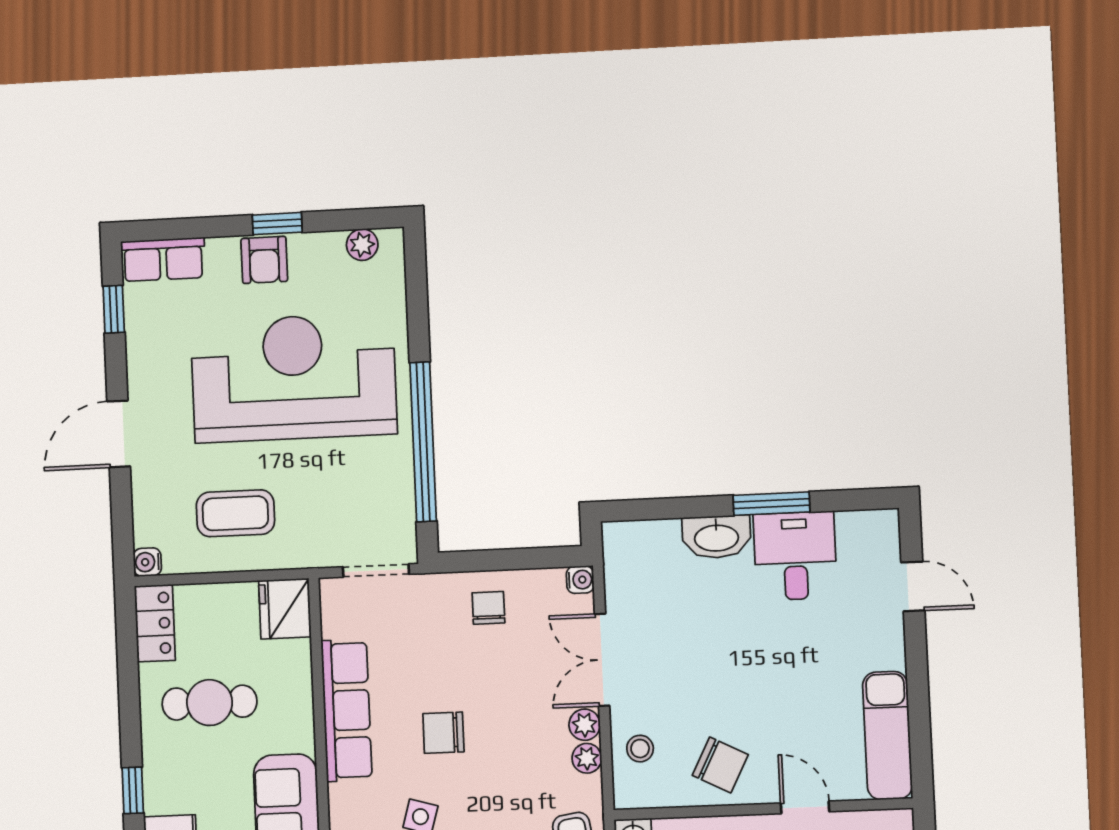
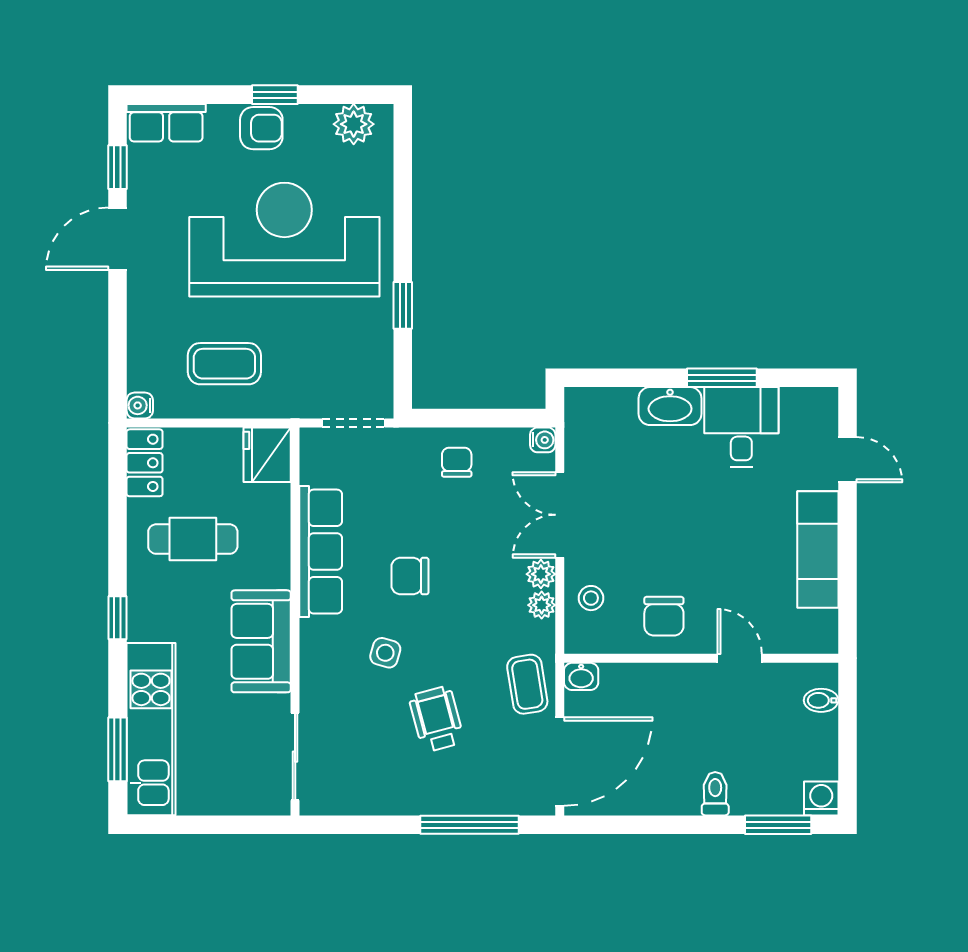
plant: (362, 245) -> (354, 124), width x1.38, depth x1.38
armchair: (264, 260) -> (261, 128), turned -90
door: (119, 434) -> (117, 239), moved
window: (423, 442) -> (403, 305), width x0.32
exam couch: (887, 735) -> (818, 549), moved
chair: (720, 765) -> (664, 616), turned 63

